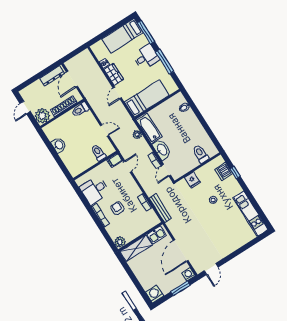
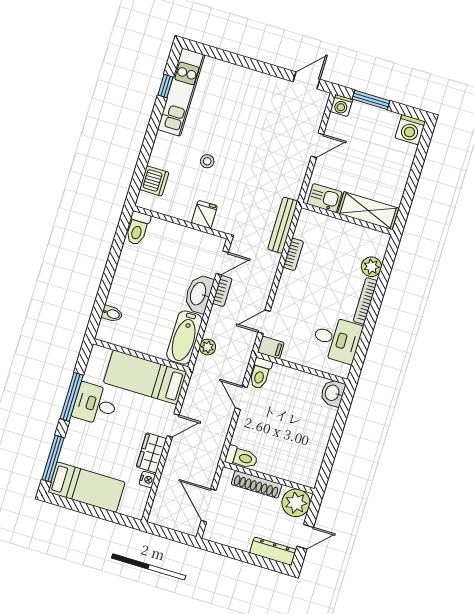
desk: (146, 57) -> (95, 404), moved
dresser: (52, 76) -> (273, 551), moved
door: (72, 79) -> (209, 505), swing flipped
washbasin: (59, 145) -> (333, 393), moved
toilet: (98, 153) -> (260, 373), moved
toilet: (201, 154) -> (138, 228), moved
window: (235, 173) -> (165, 86), moved
armchair: (117, 208) -> (335, 285), removed
plant: (120, 242) -> (371, 267), moved
door: (181, 251) -> (317, 145), width x0.53

